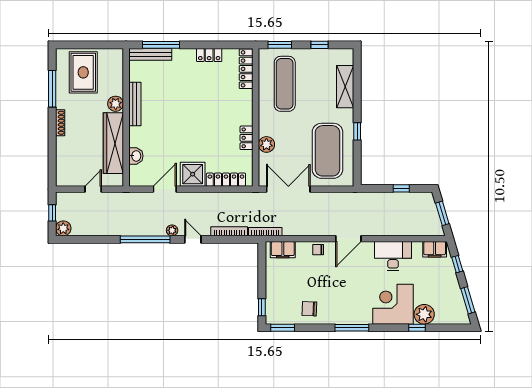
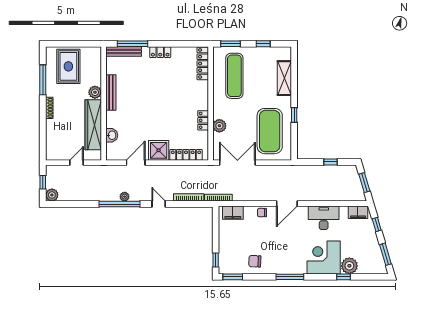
locker: (209, 55) -> (160, 52), moved
plant: (172, 230) -> (125, 197), moved

